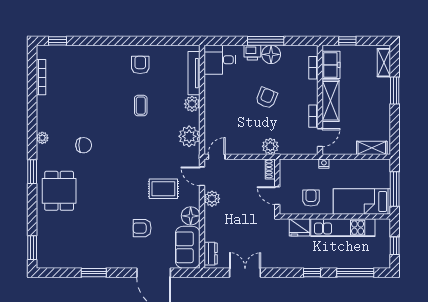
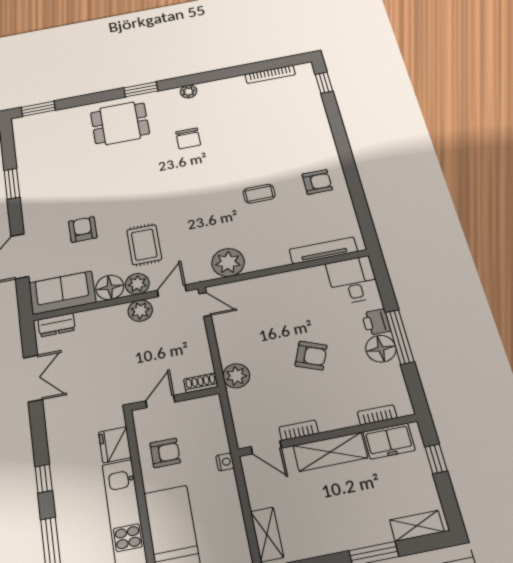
plant: (192, 104) -> (137, 284), moved

